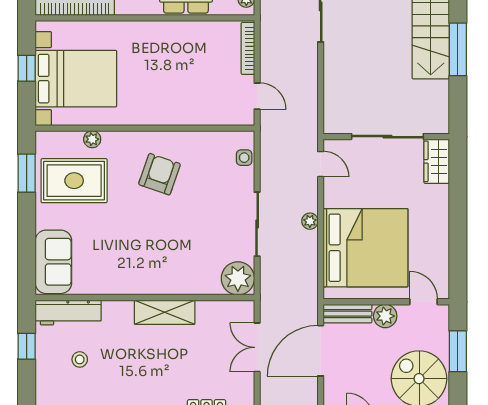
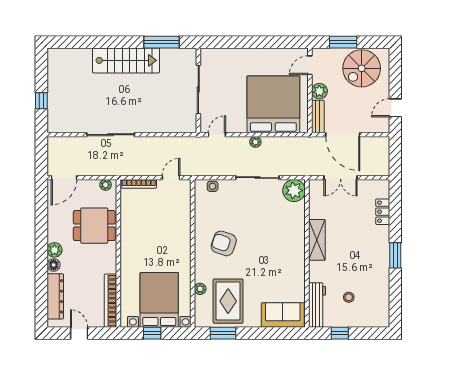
window: (458, 49) -> (162, 42), moved
wardrobe: (437, 161) -> (215, 56), removed

